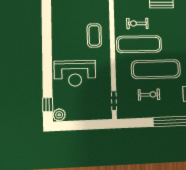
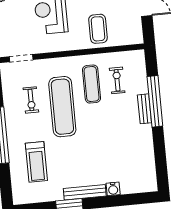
coffee table: (94, 35) -> (98, 29), turned 90
exercise mat: (139, 44) -> (92, 84), width x0.73, depth x0.69

